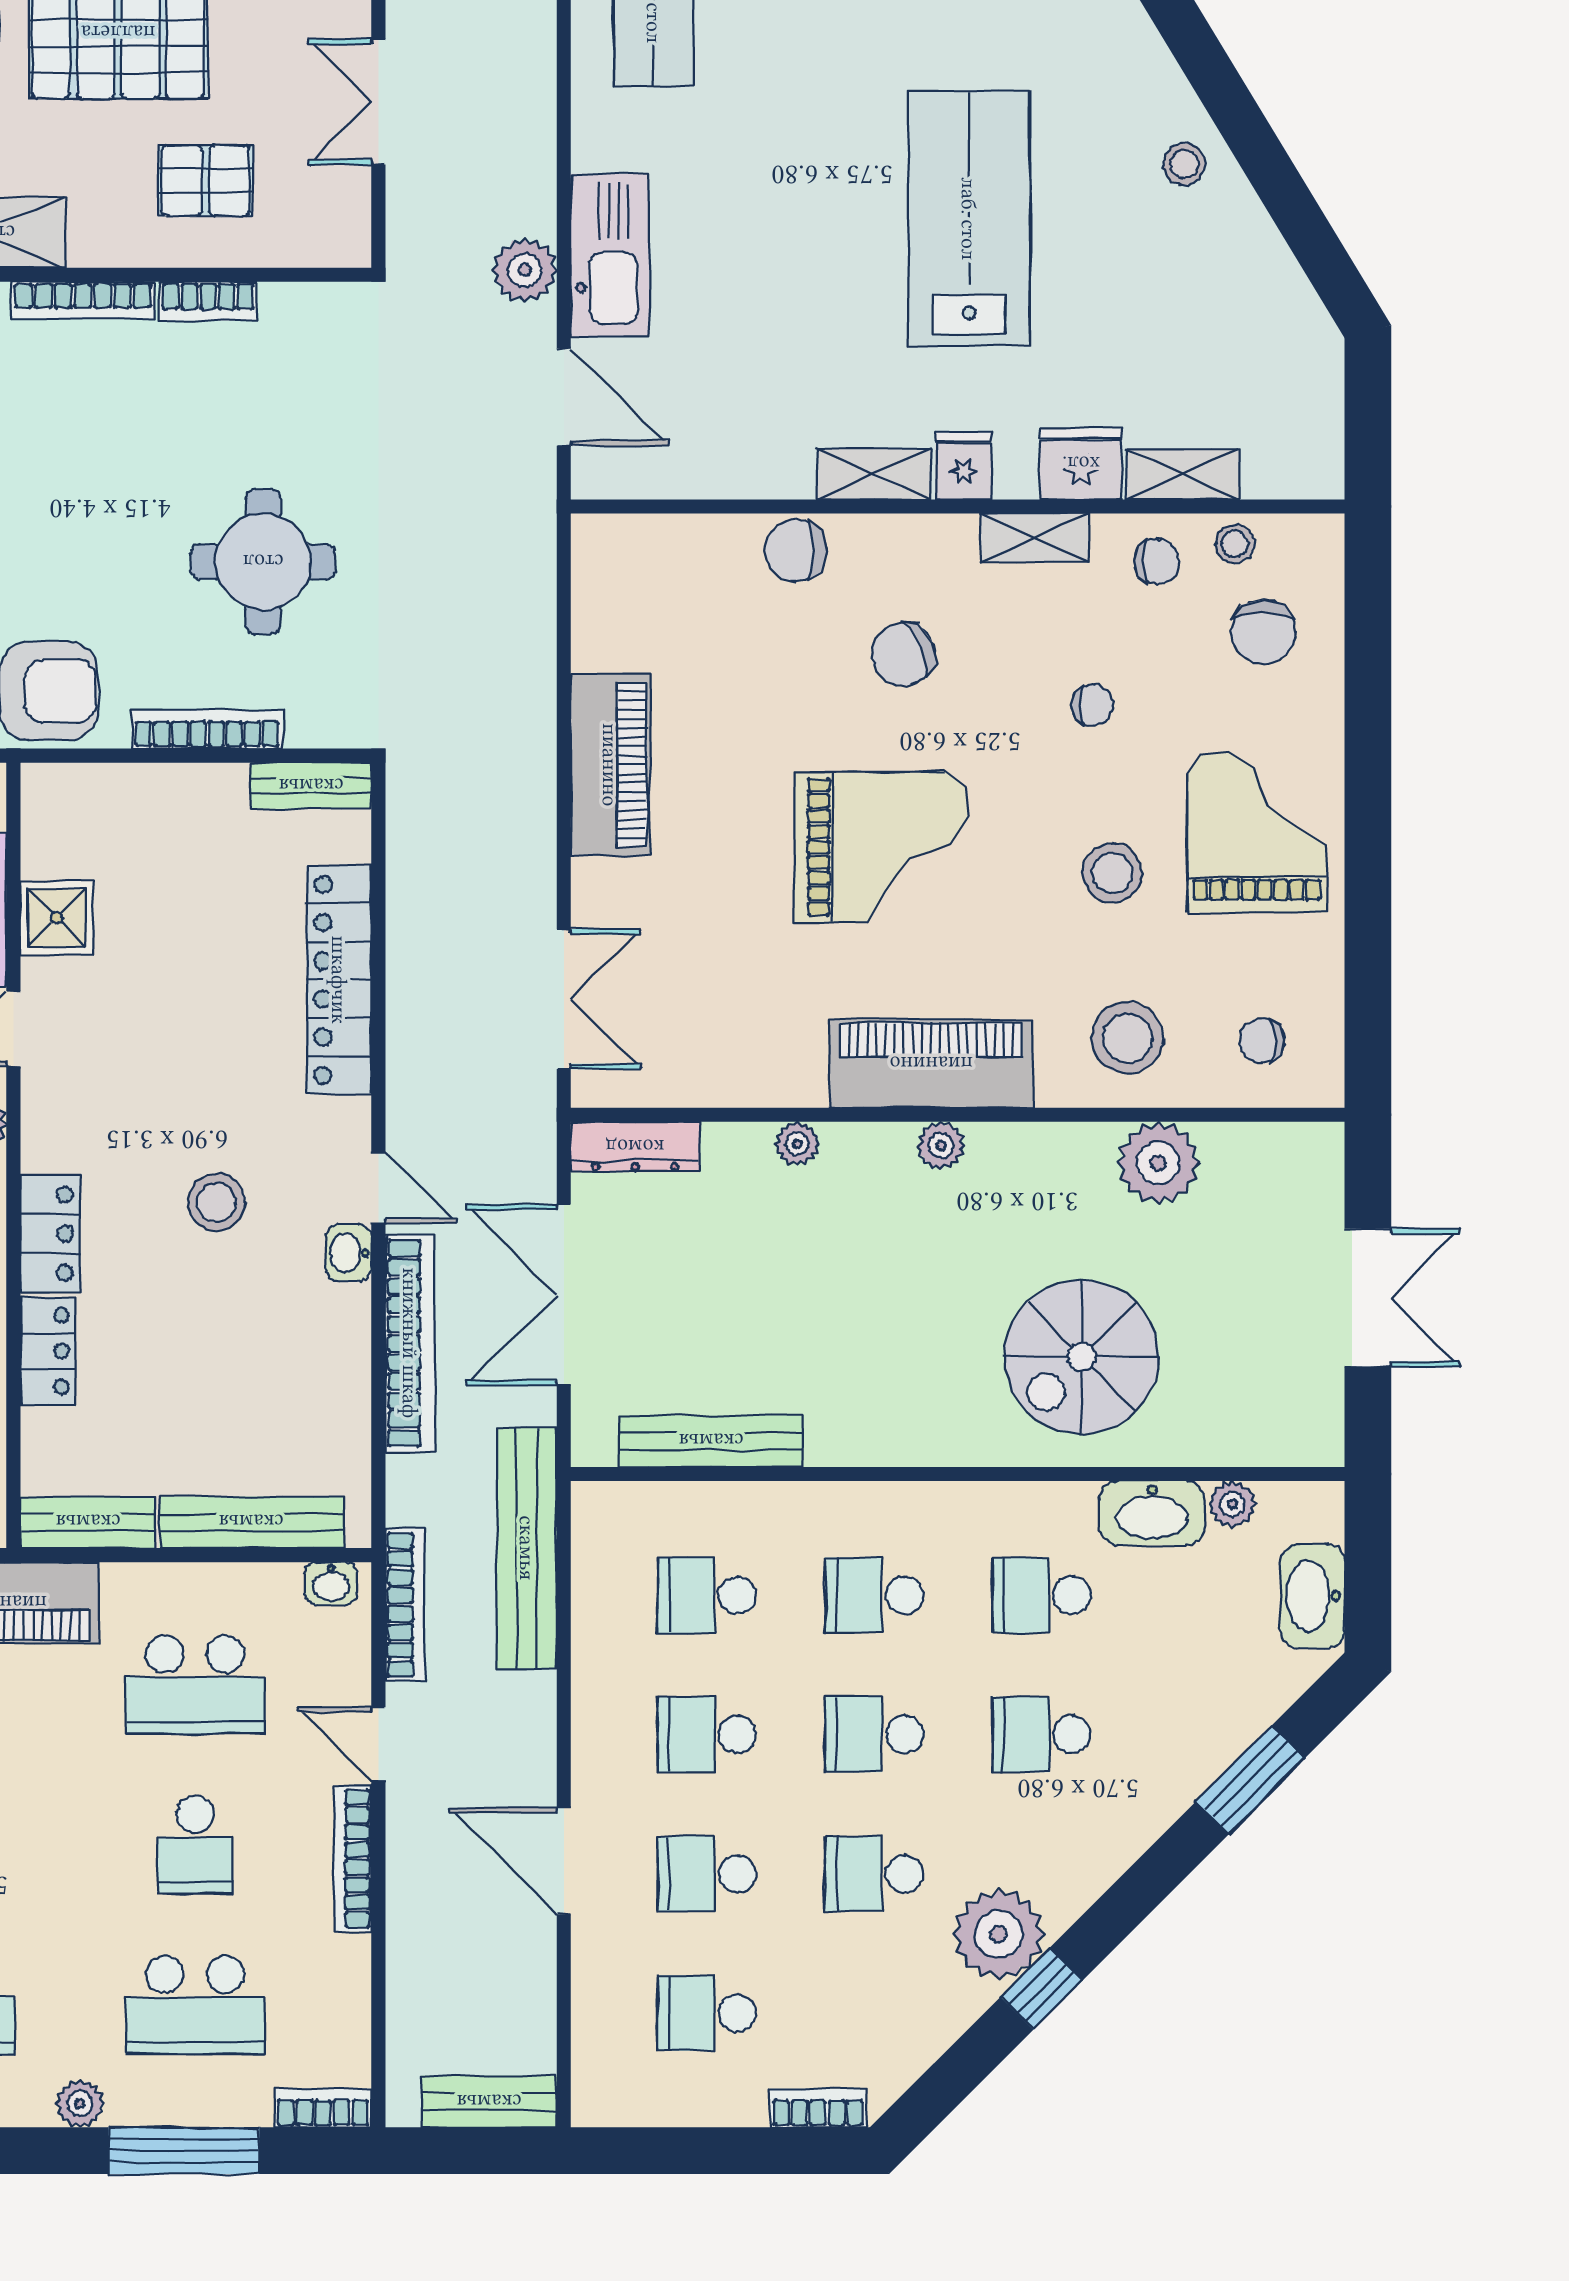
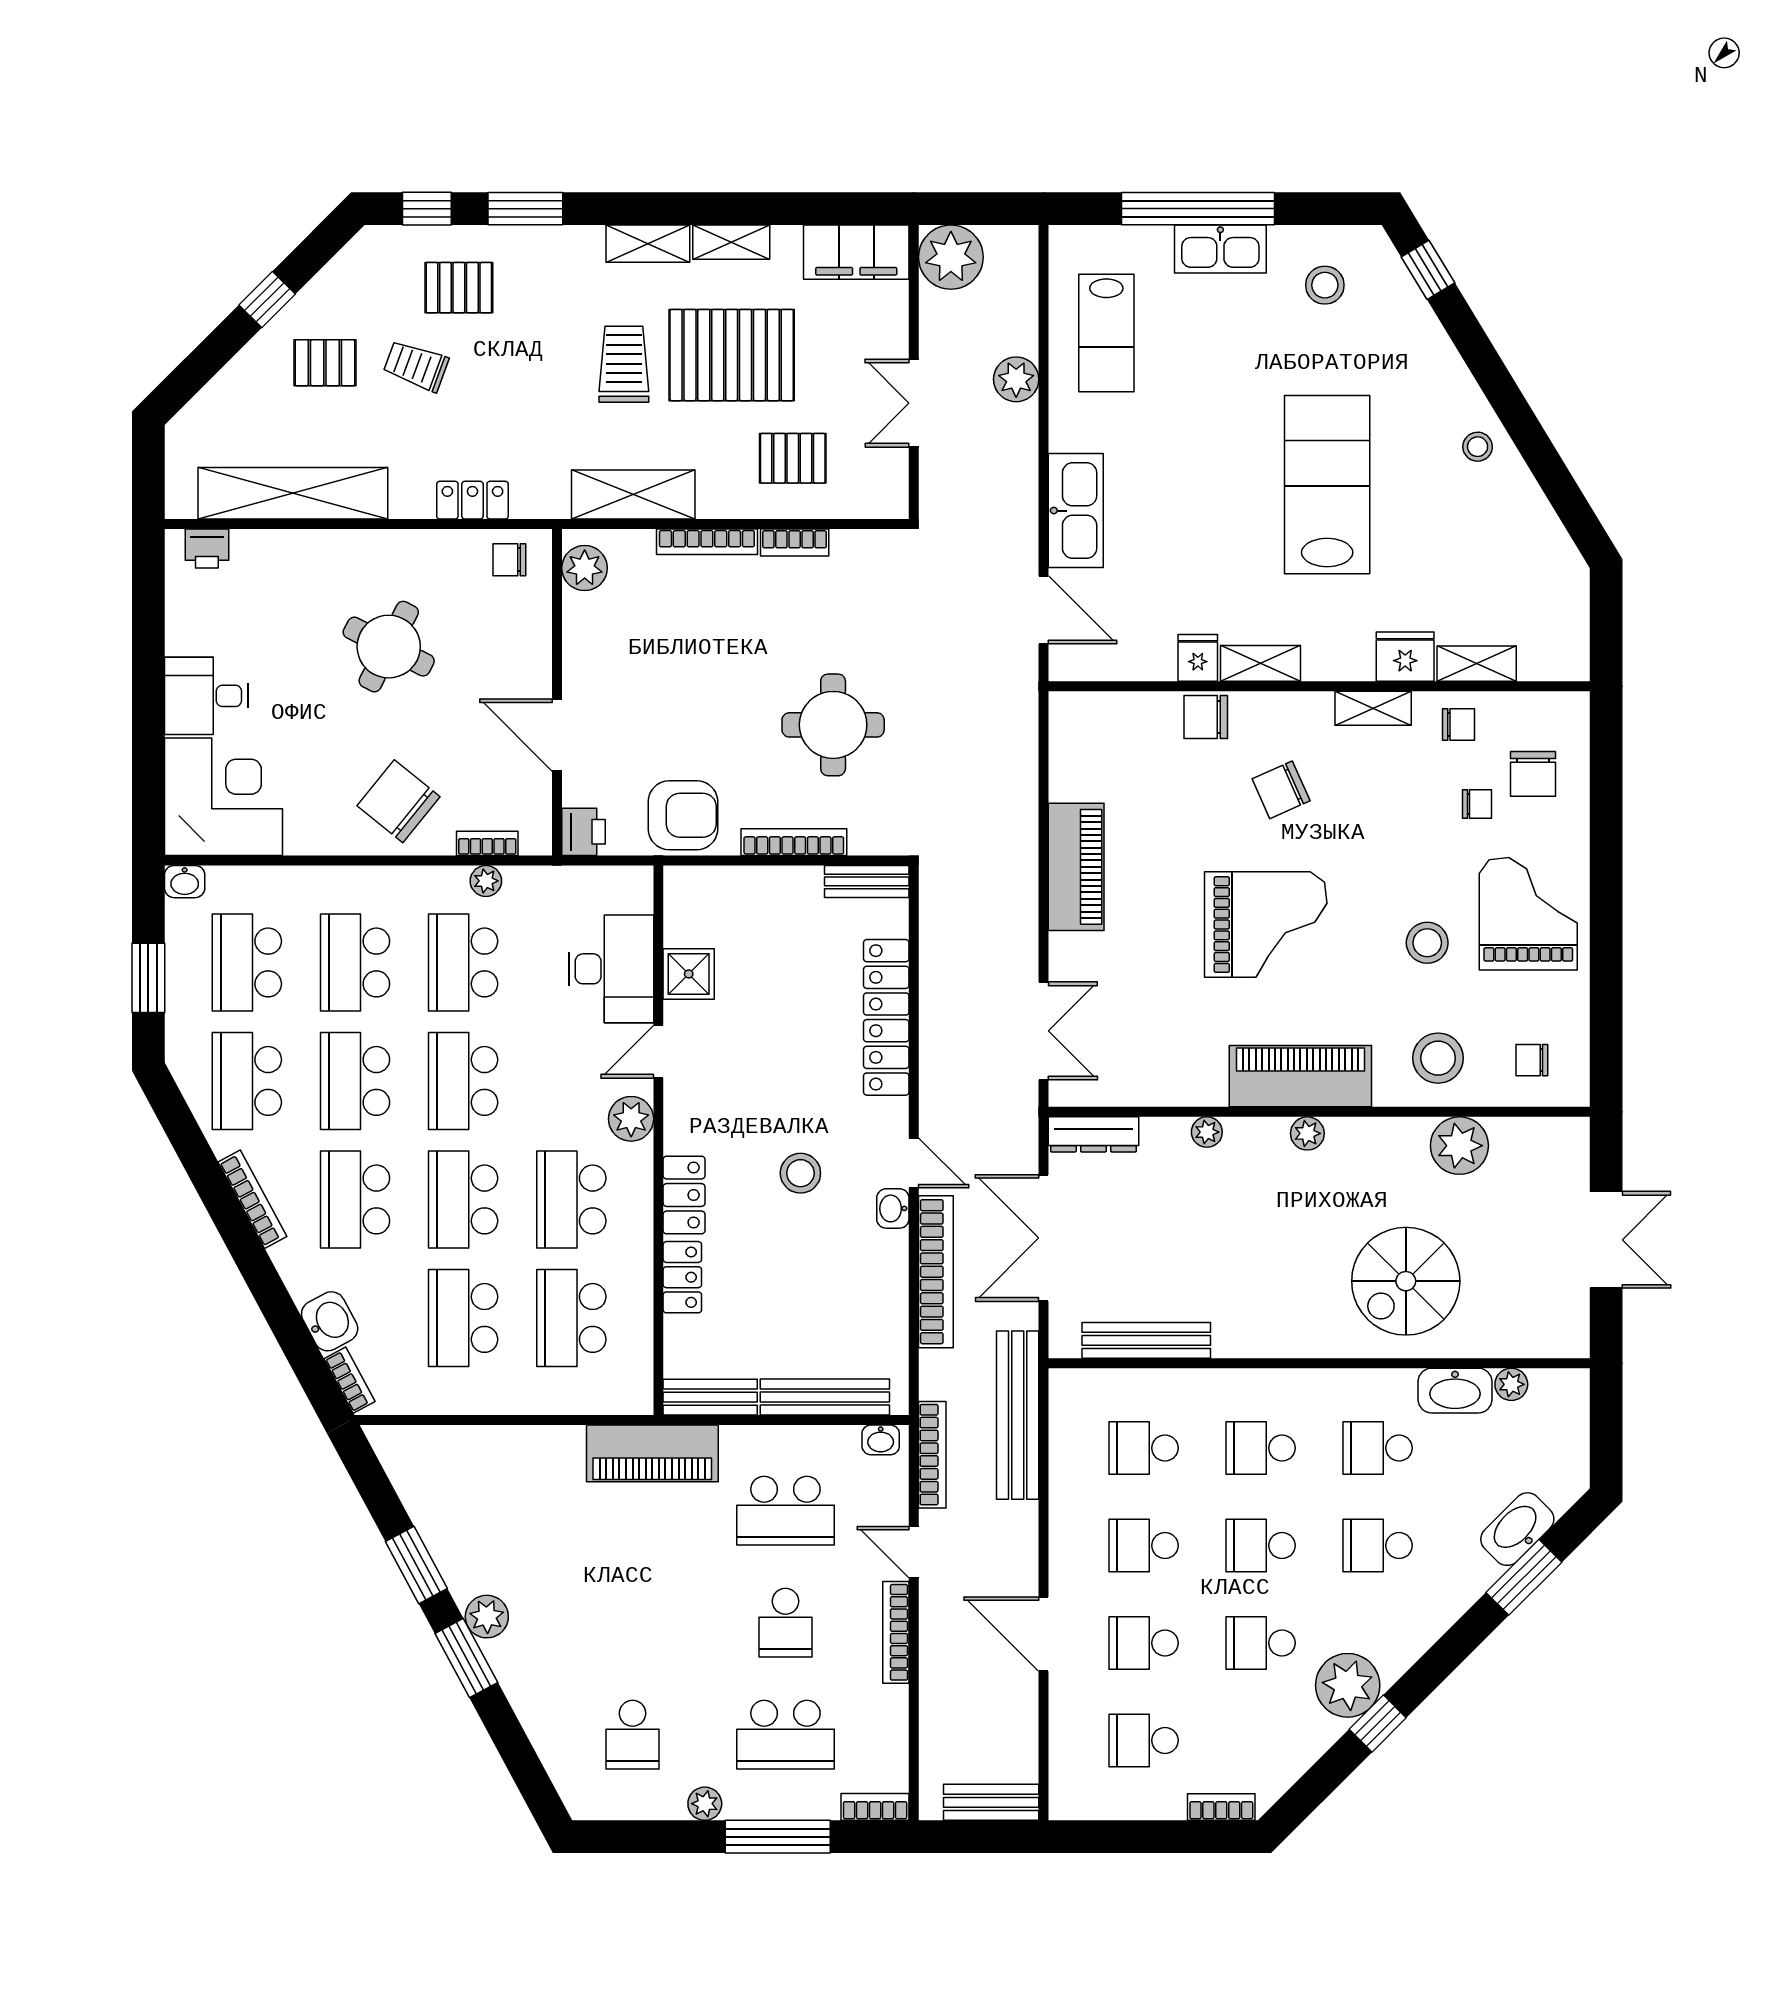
plant: (525, 270) -> (1016, 379), moved
fridge: (964, 466) -> (1198, 658), moved
stool: (1235, 544) -> (1513, 712), removed
chair: (1092, 705) -> (1477, 804), moved
washbasin: (1313, 1596) -> (1517, 1529), moved, turned 45

